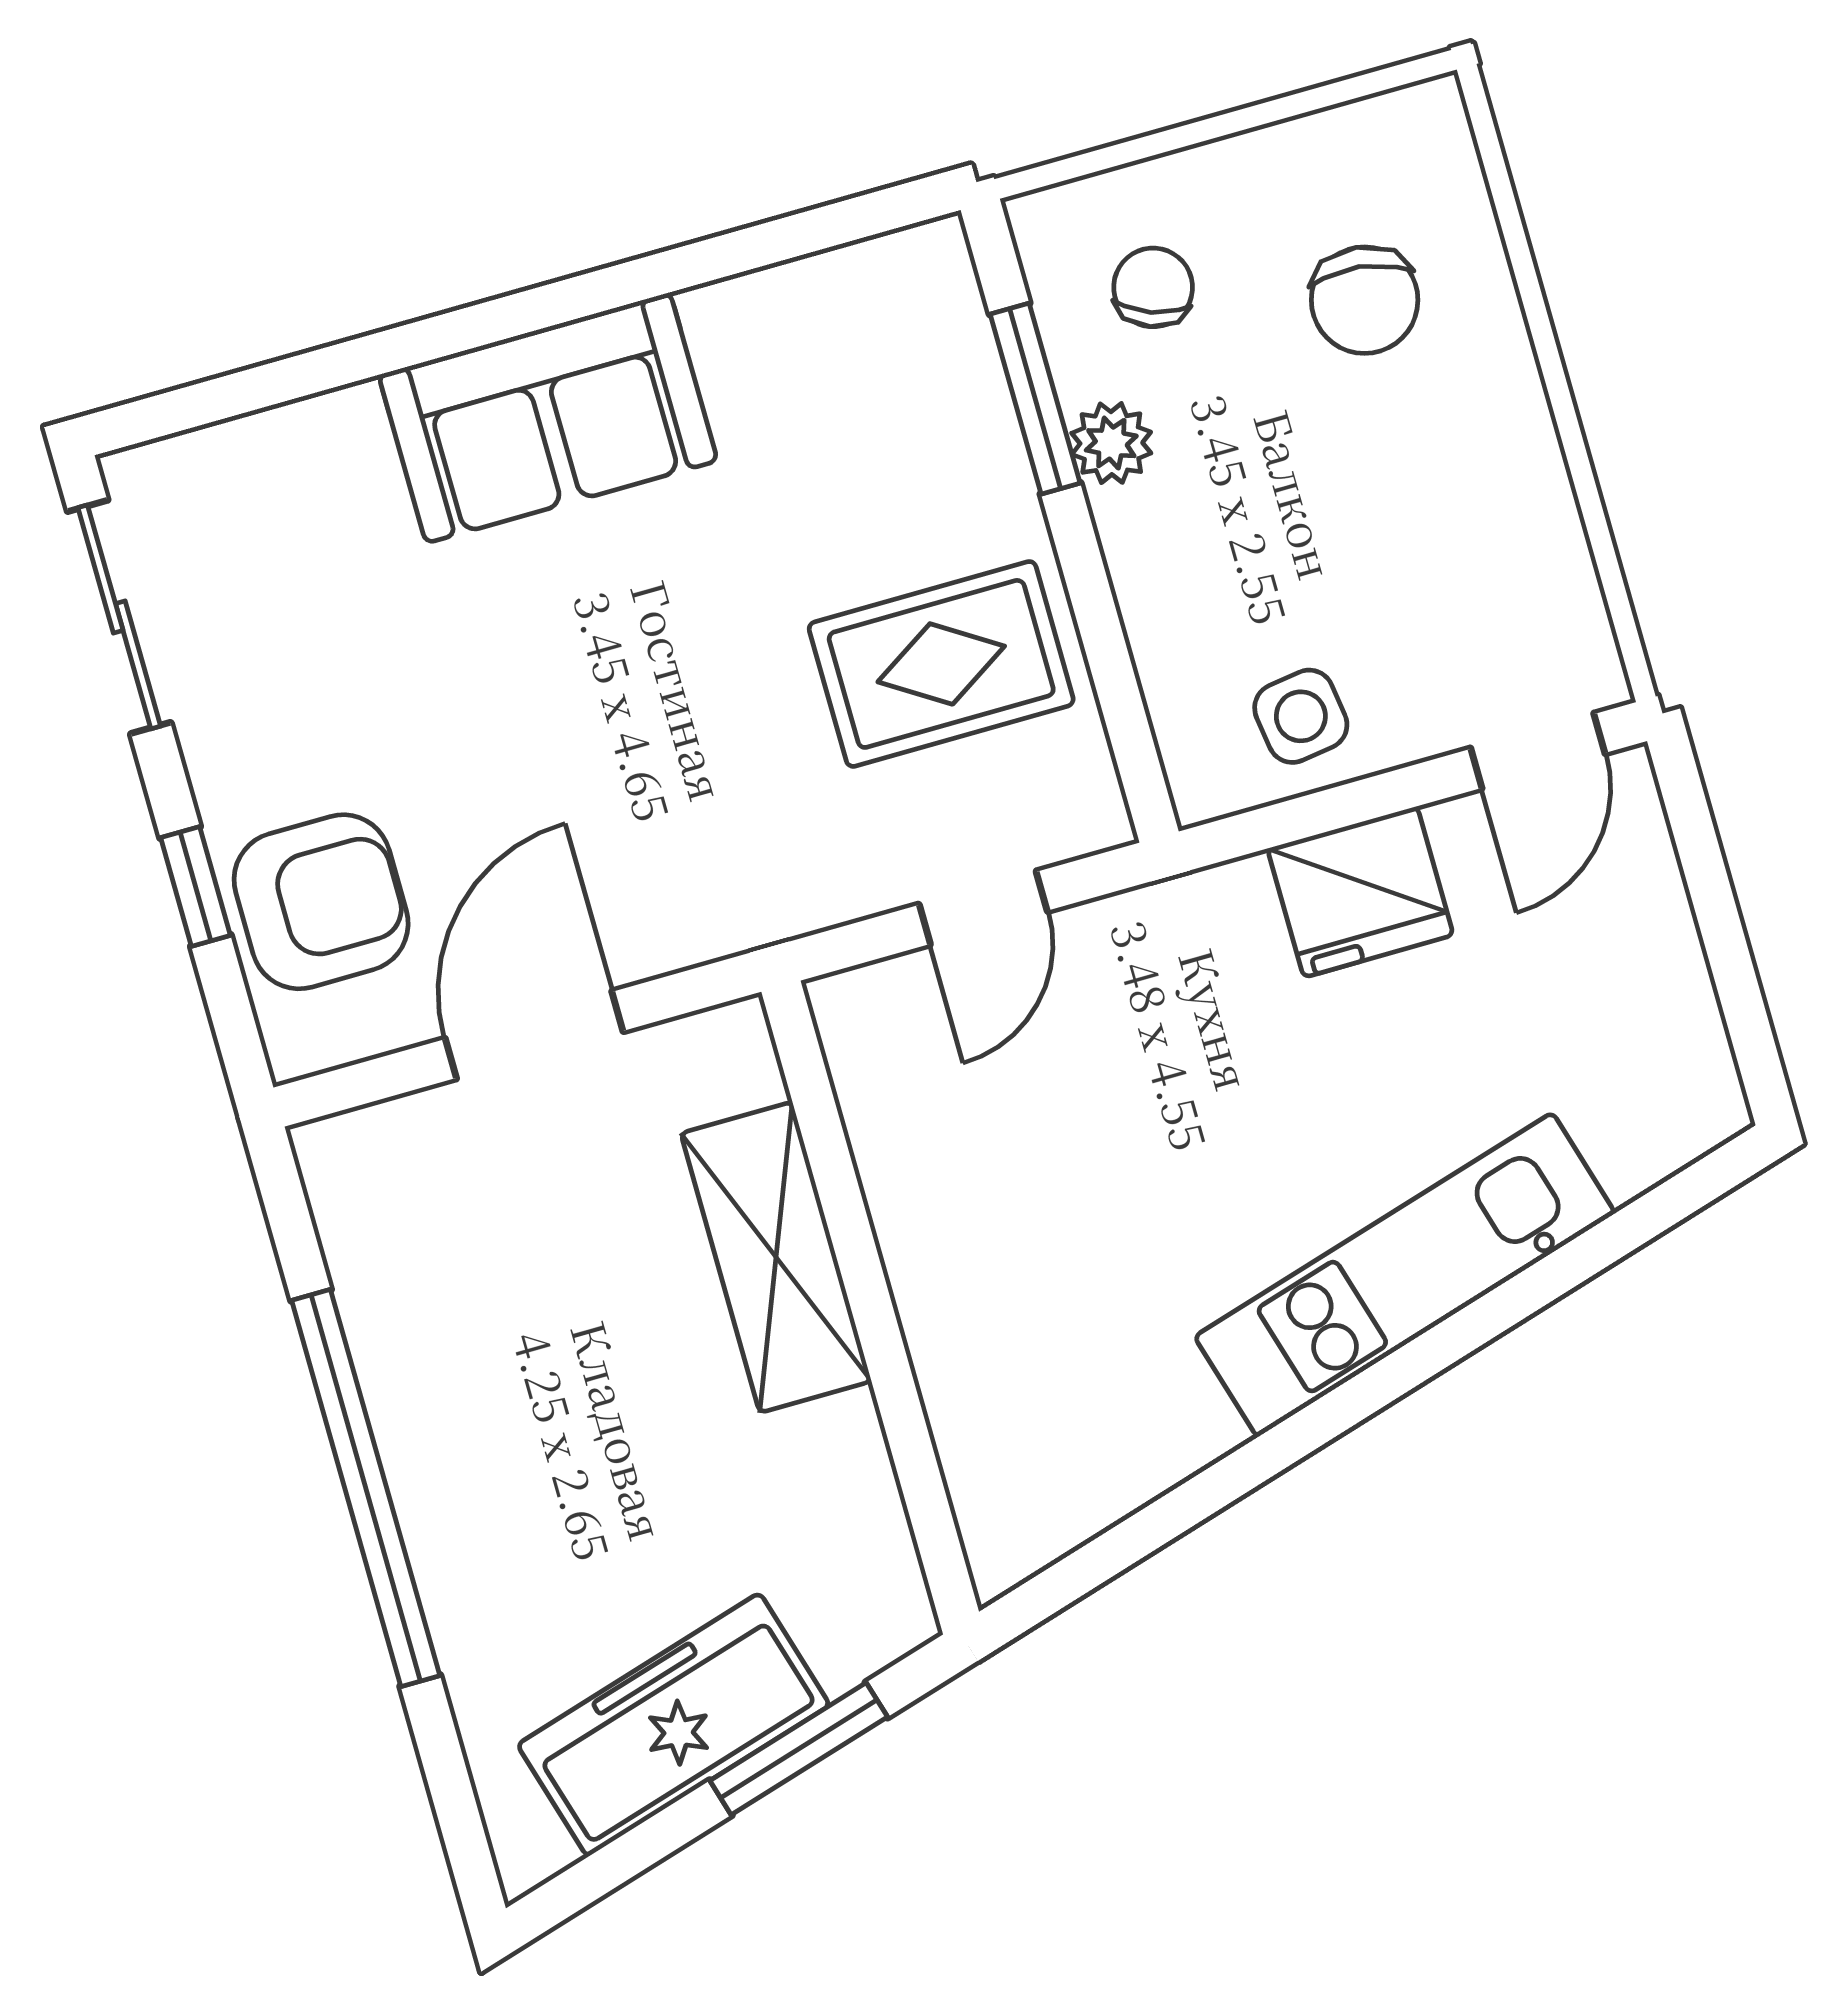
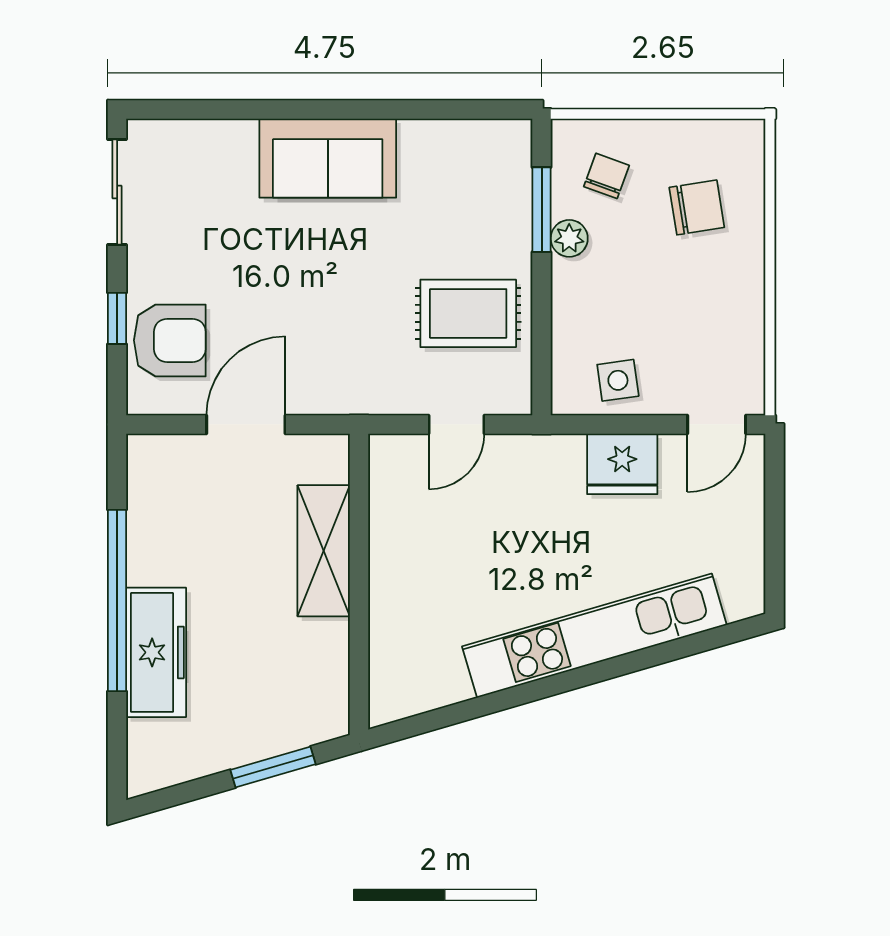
chair: (1365, 300) -> (697, 207), turned -106
kitchen unit: (1405, 1275) -> (594, 636), width x1.36
freezer: (674, 1725) -> (156, 652), moved, turned 106

